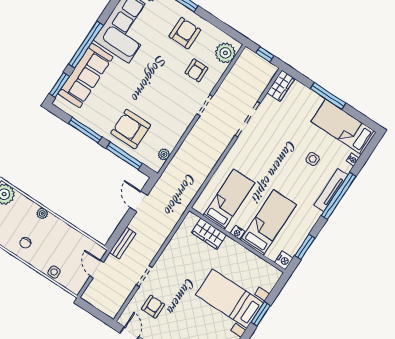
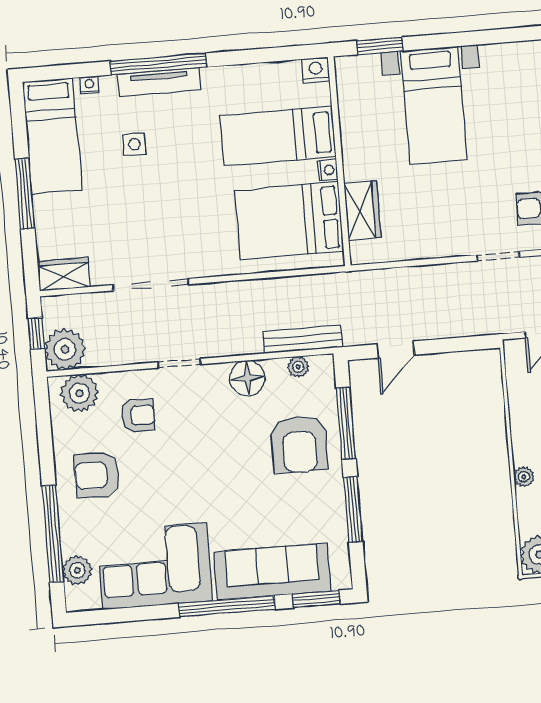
plant: (249, 61) -> (65, 349), added
floor lamp: (176, 129) -> (247, 378), added
bed: (229, 199) -> (289, 221), width x1.50
bench: (123, 243) -> (303, 339), moved, width x1.36
window: (305, 247) -> (272, 55), removed
window: (261, 314) -> (380, 46), moved

